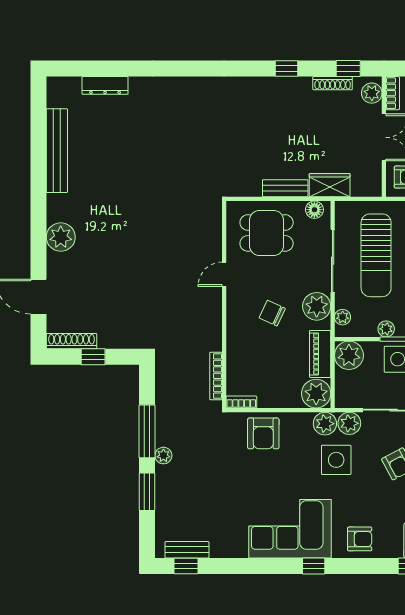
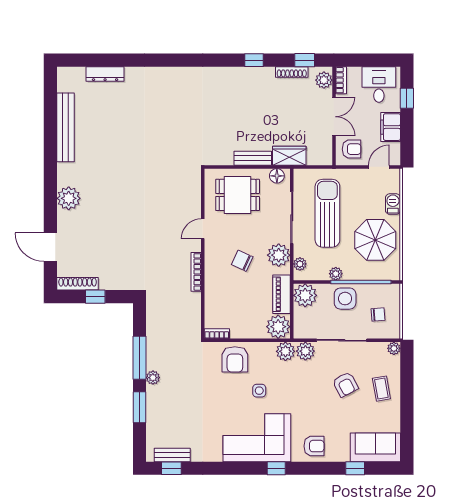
sun lounger: (376, 255) -> (327, 213), turned 180
bookcase: (216, 376) -> (196, 272), moved
side table: (336, 460) -> (259, 391), moved, width x0.54, depth x0.54

